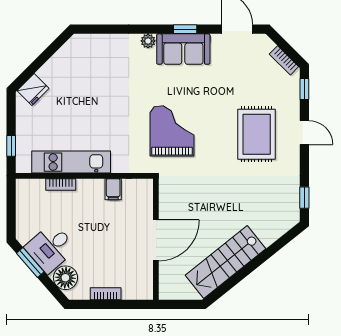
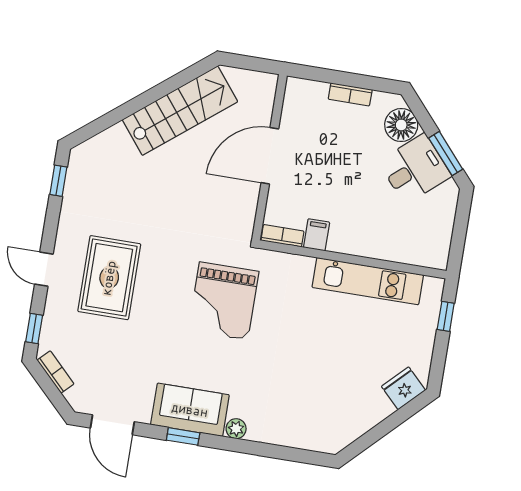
bookcase: (61, 184) -> (282, 236), moved

